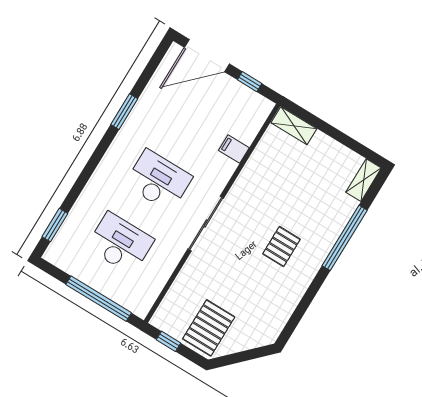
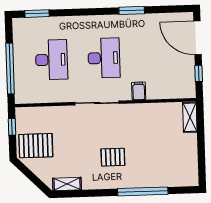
filing cabinet: (234, 149) -> (139, 91), moved
shelving: (364, 180) -> (67, 184), moved

